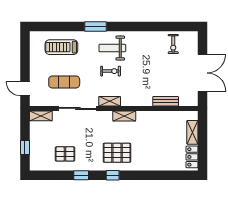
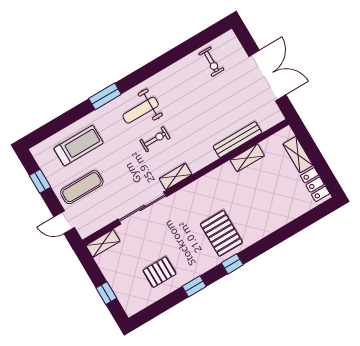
treadmill: (61, 47) -> (79, 146), turned 180
window: (25, 55) -> (40, 181), added
exercise mat: (64, 82) -> (82, 187), moved
bench: (166, 101) -> (238, 140), width x1.36
shelving: (124, 116) -> (247, 158), moved
pallet: (117, 153) -> (221, 233), turned 90

